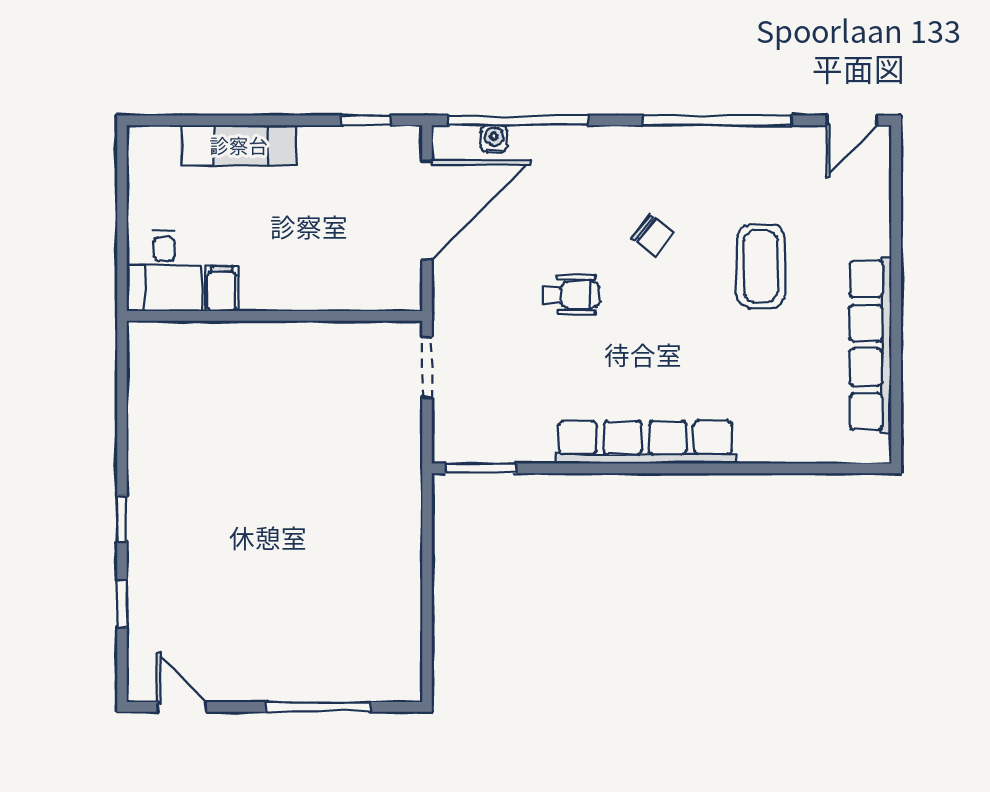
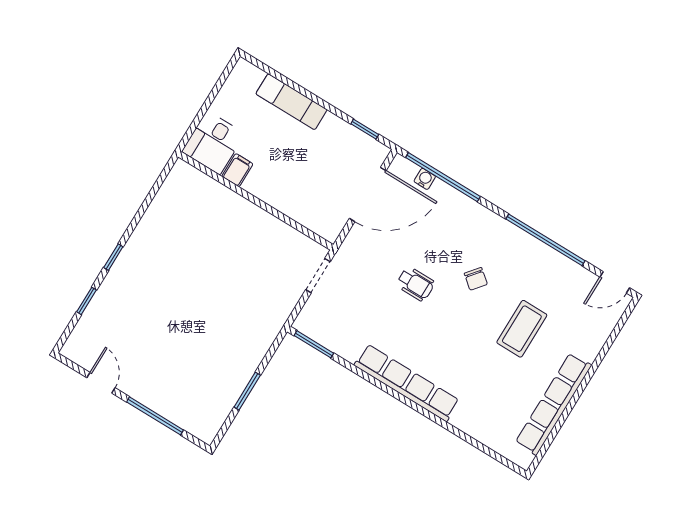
window: (427, 592) -> (247, 391), added
door: (182, 707) -> (101, 383), moved

